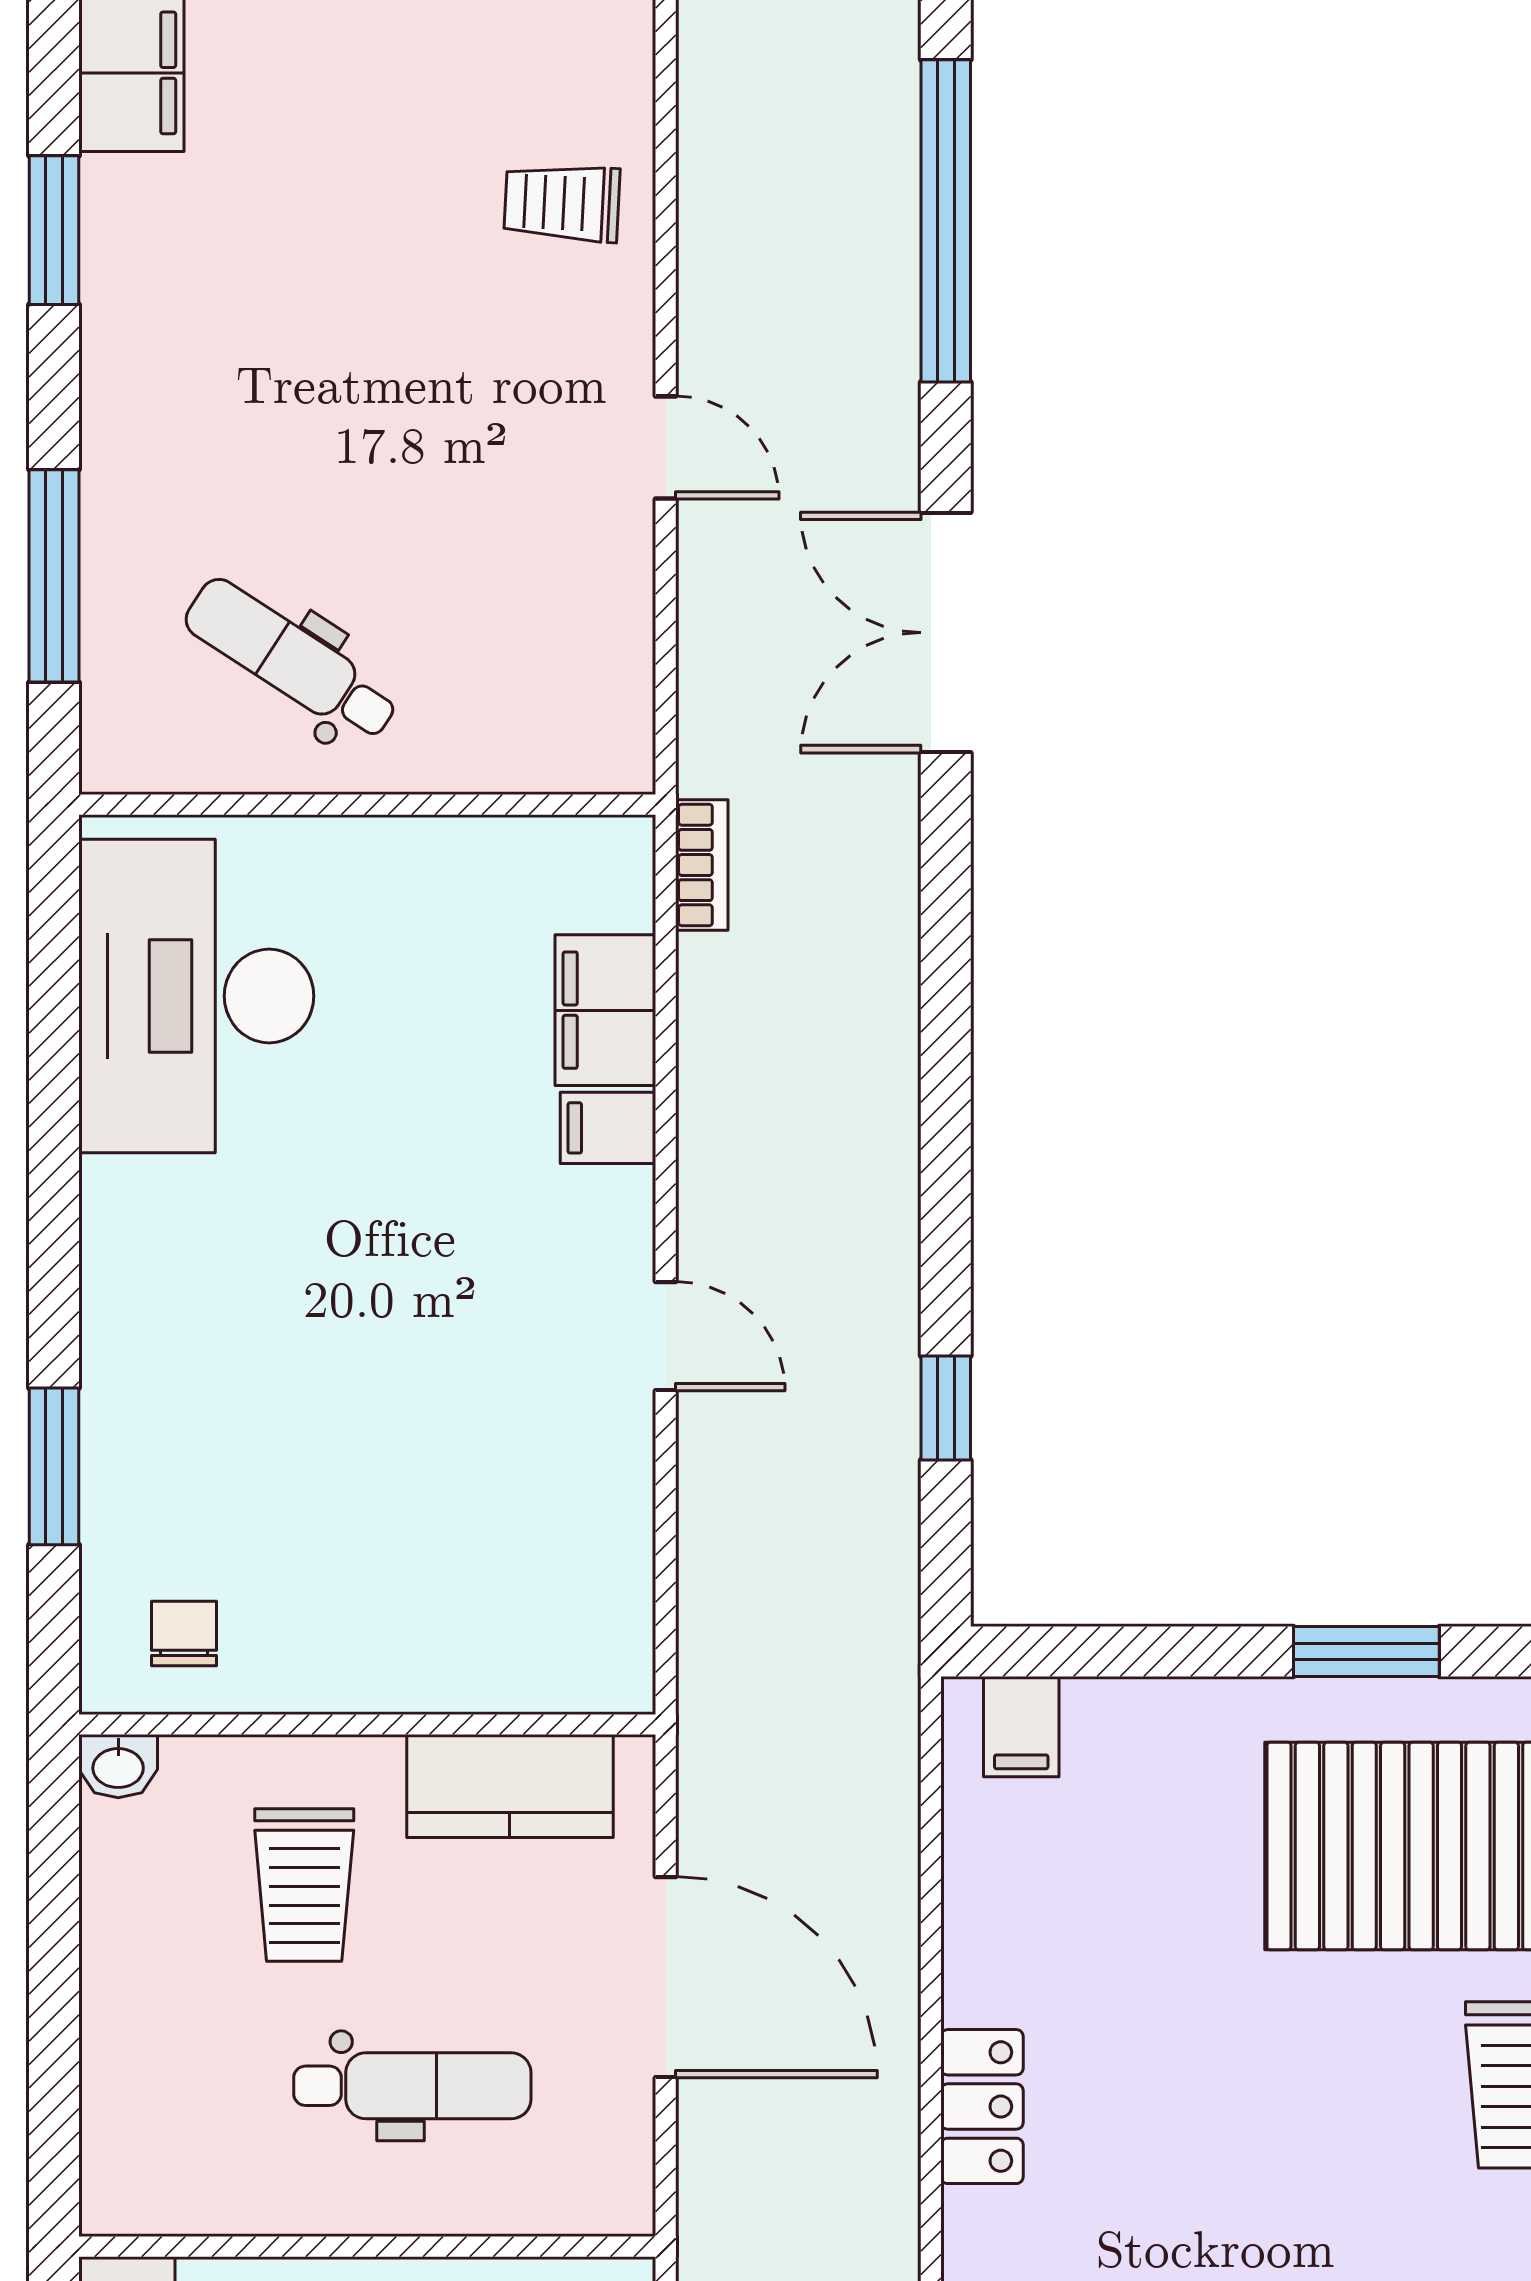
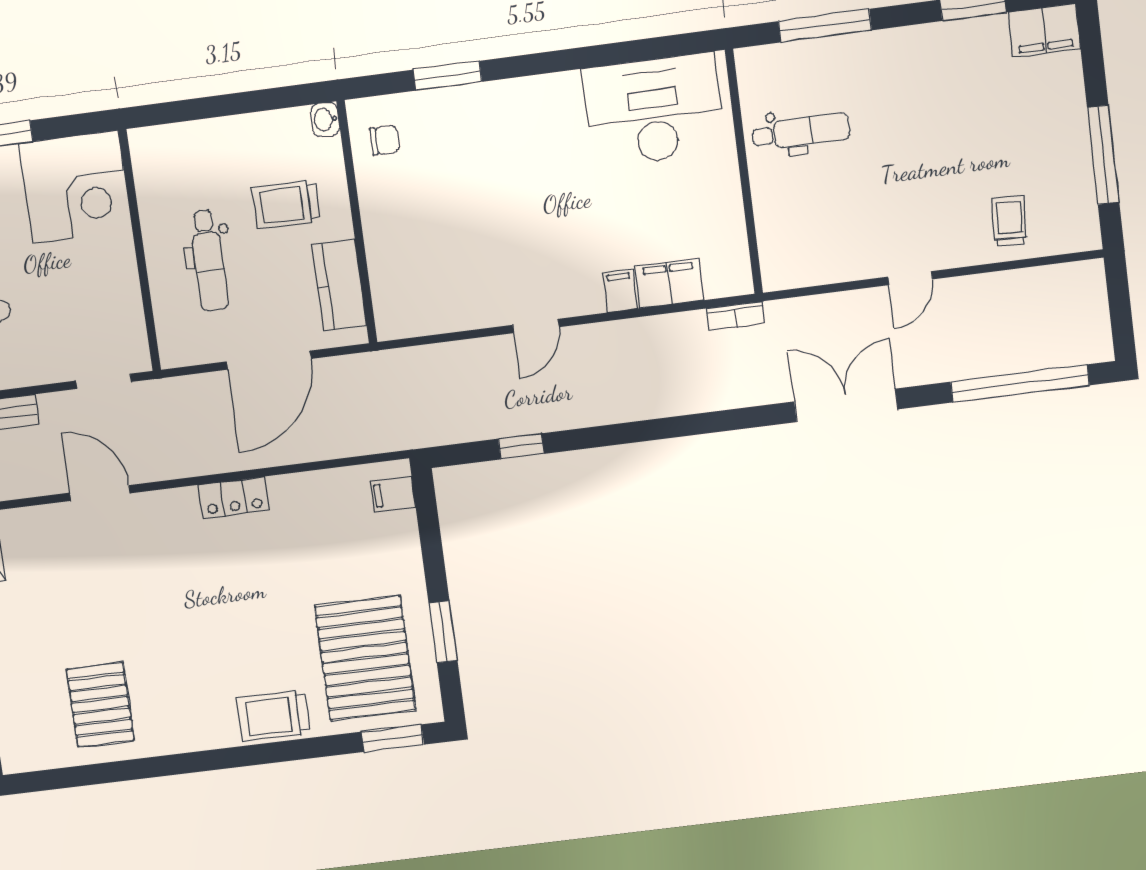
dental chair: (291, 660) -> (801, 132), turned 57

